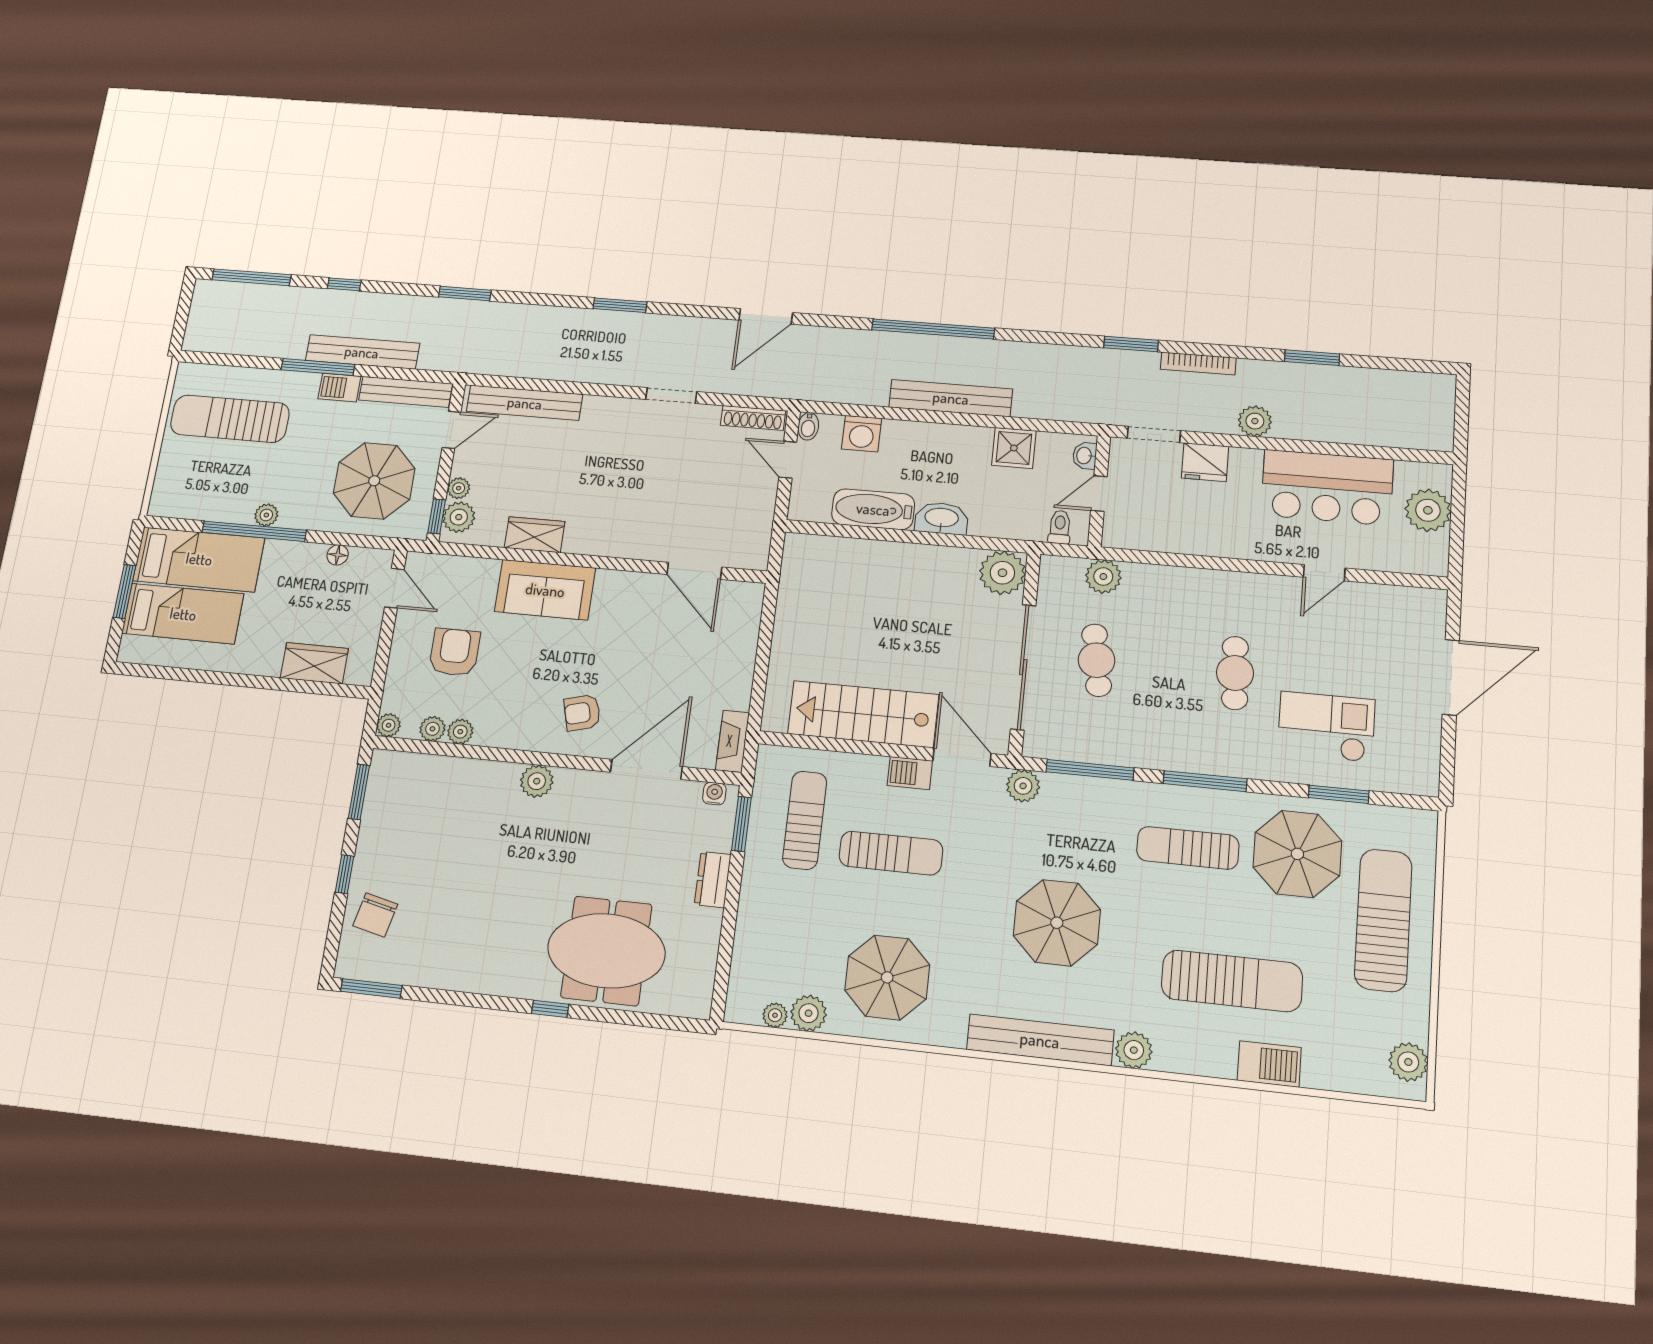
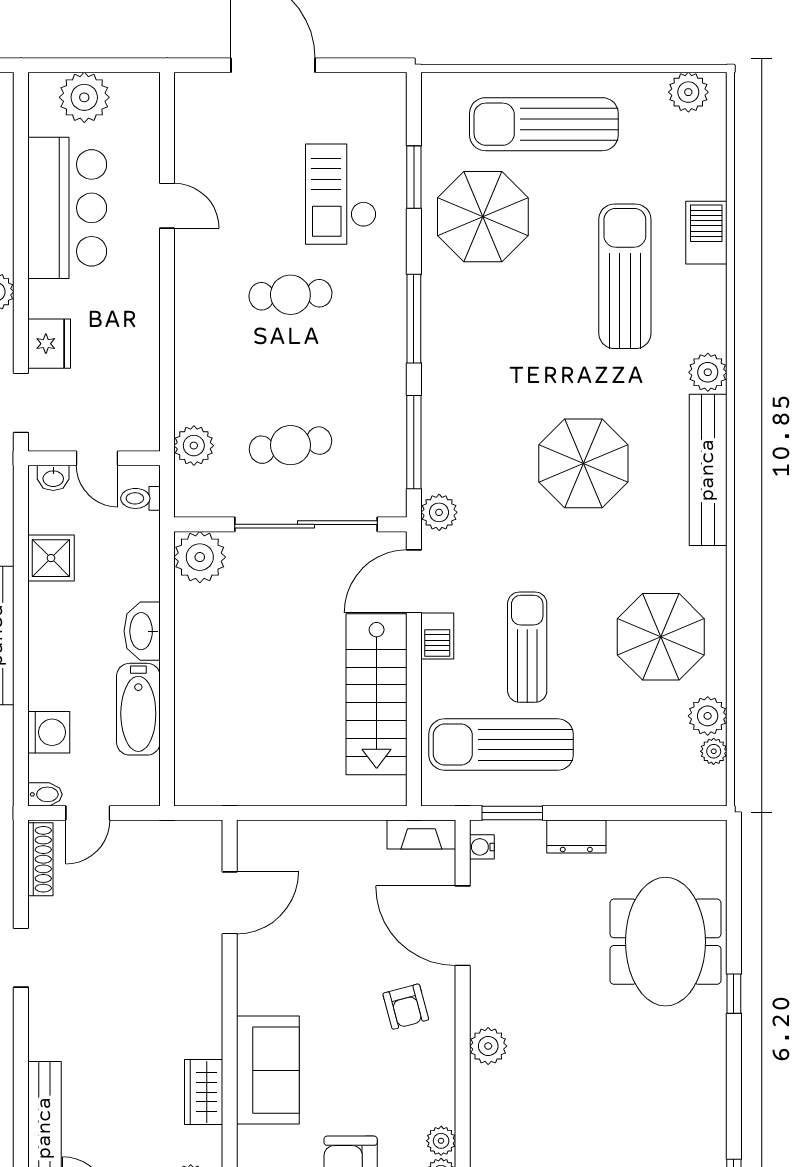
sun lounger: (805, 820) -> (501, 745), width x1.36, depth x1.34
sun lounger: (1188, 848) -> (489, 332), removed

